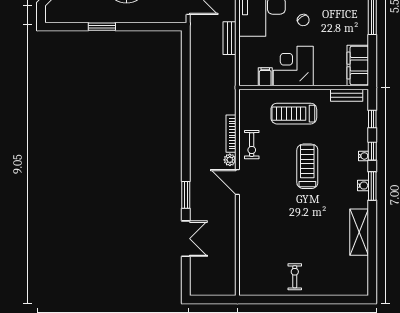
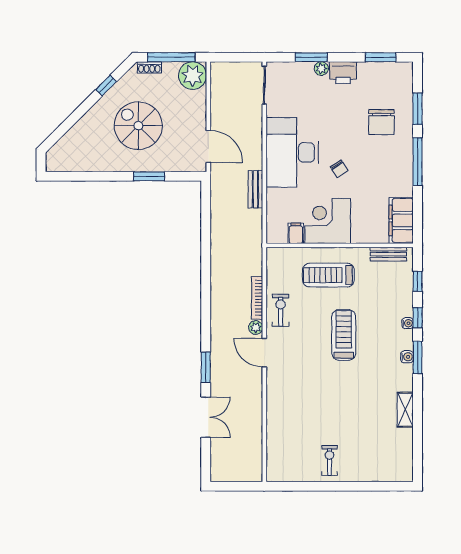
window: (102, 27) -> (149, 176), moved
exercise bike: (252, 145) -> (281, 310), turned 180
shelving: (359, 232) -> (405, 410), width x0.67, depth x0.75

